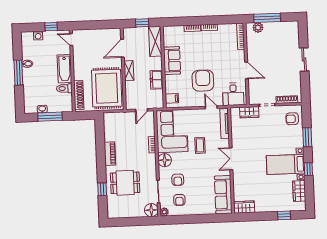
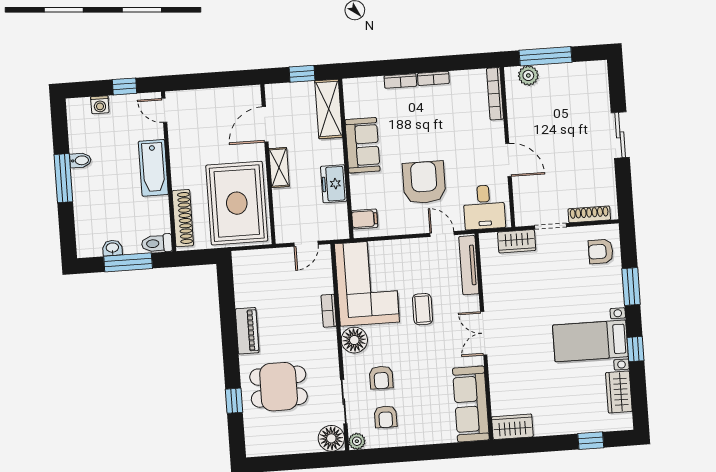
toilet: (64, 88) -> (157, 243), moved

